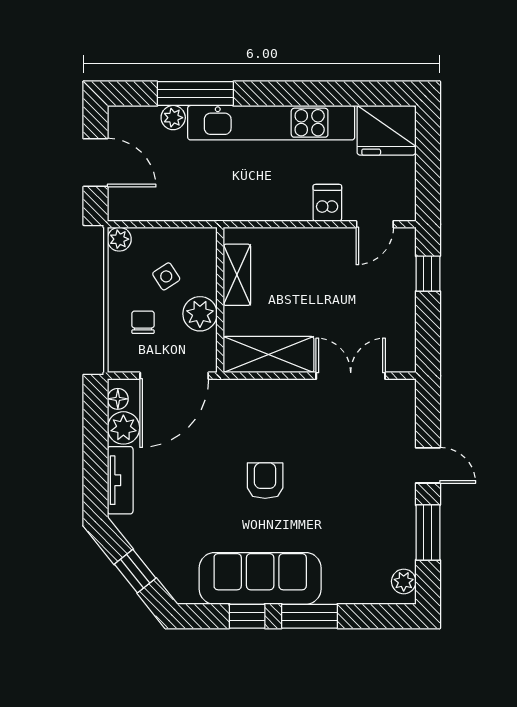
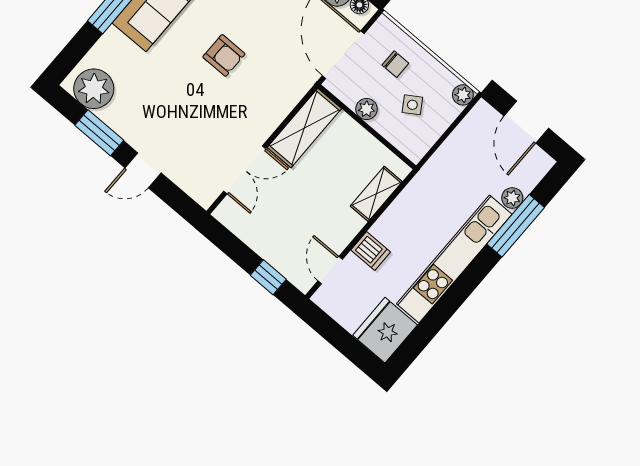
door: (95, 163) -> (526, 122), hinge flipped
shelving: (237, 275) -> (376, 194), moved, turned 90
plant: (200, 314) -> (367, 109), width x0.73, depth x0.73
plant: (404, 581) -> (94, 89), width x1.88, depth x1.88

